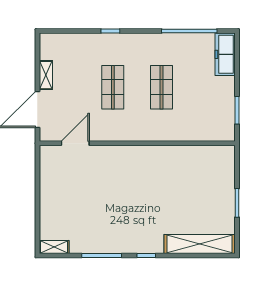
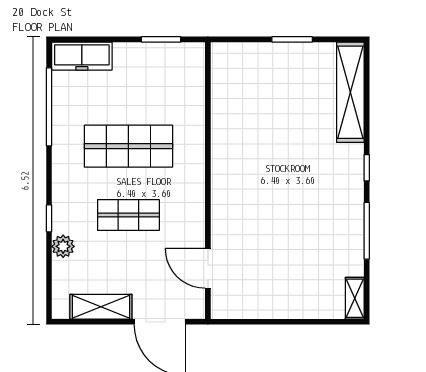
plant: (91, 41) -> (63, 246), added
shelving: (46, 75) -> (101, 307), width x1.50, depth x1.33
shop shelf: (162, 87) -> (128, 146), width x1.43, depth x1.36

